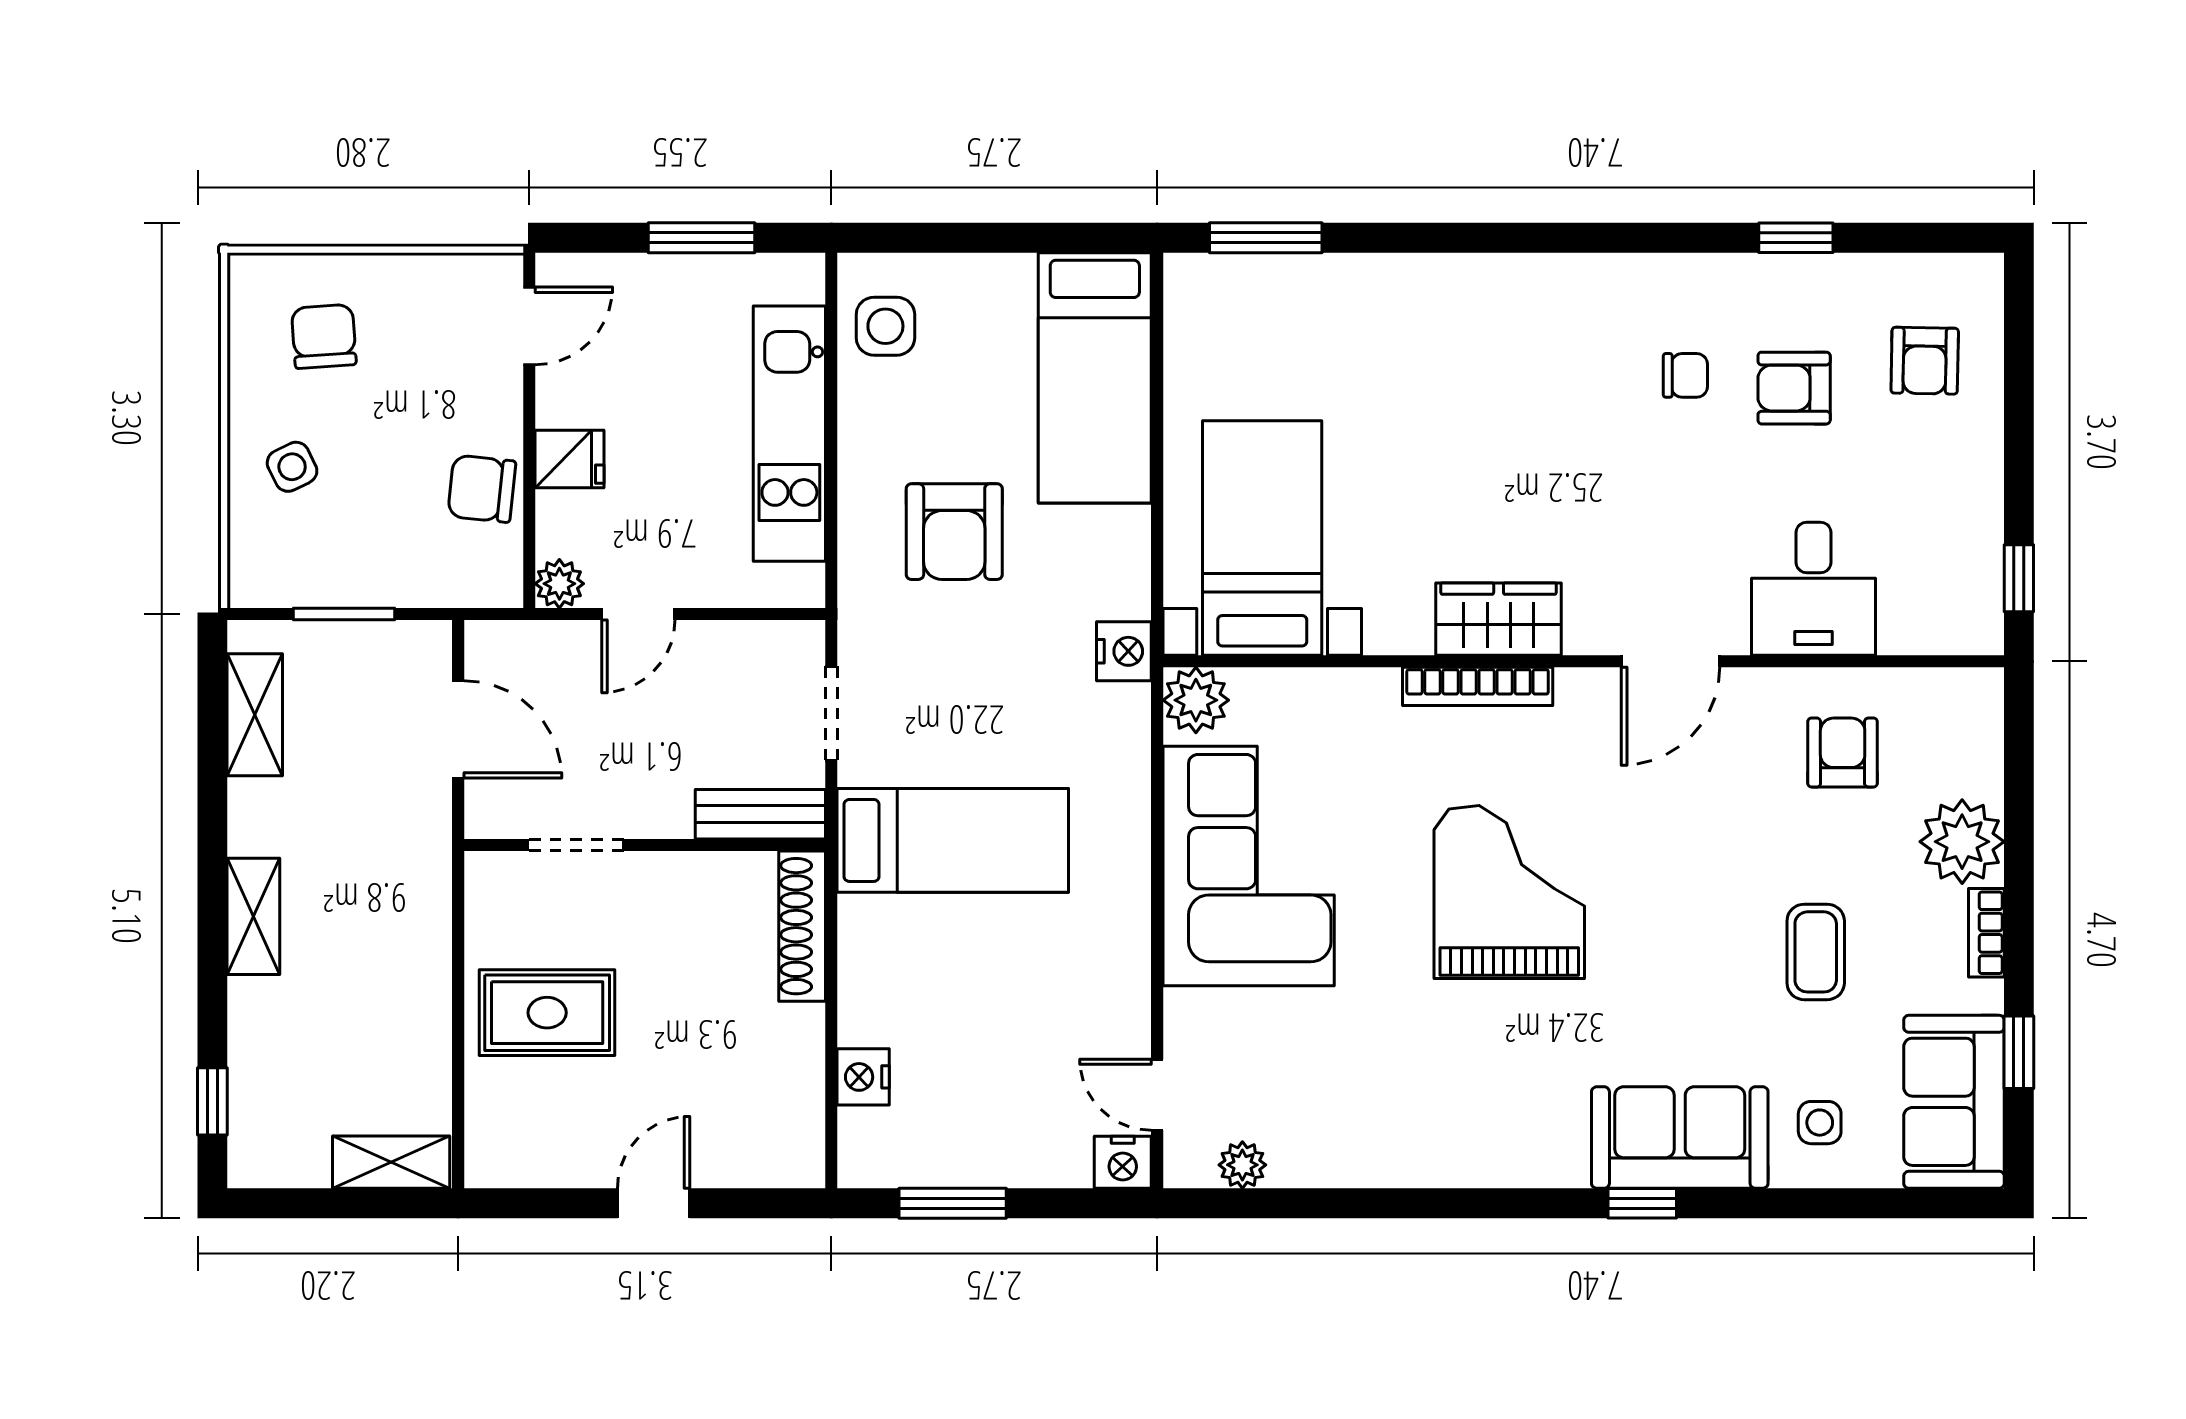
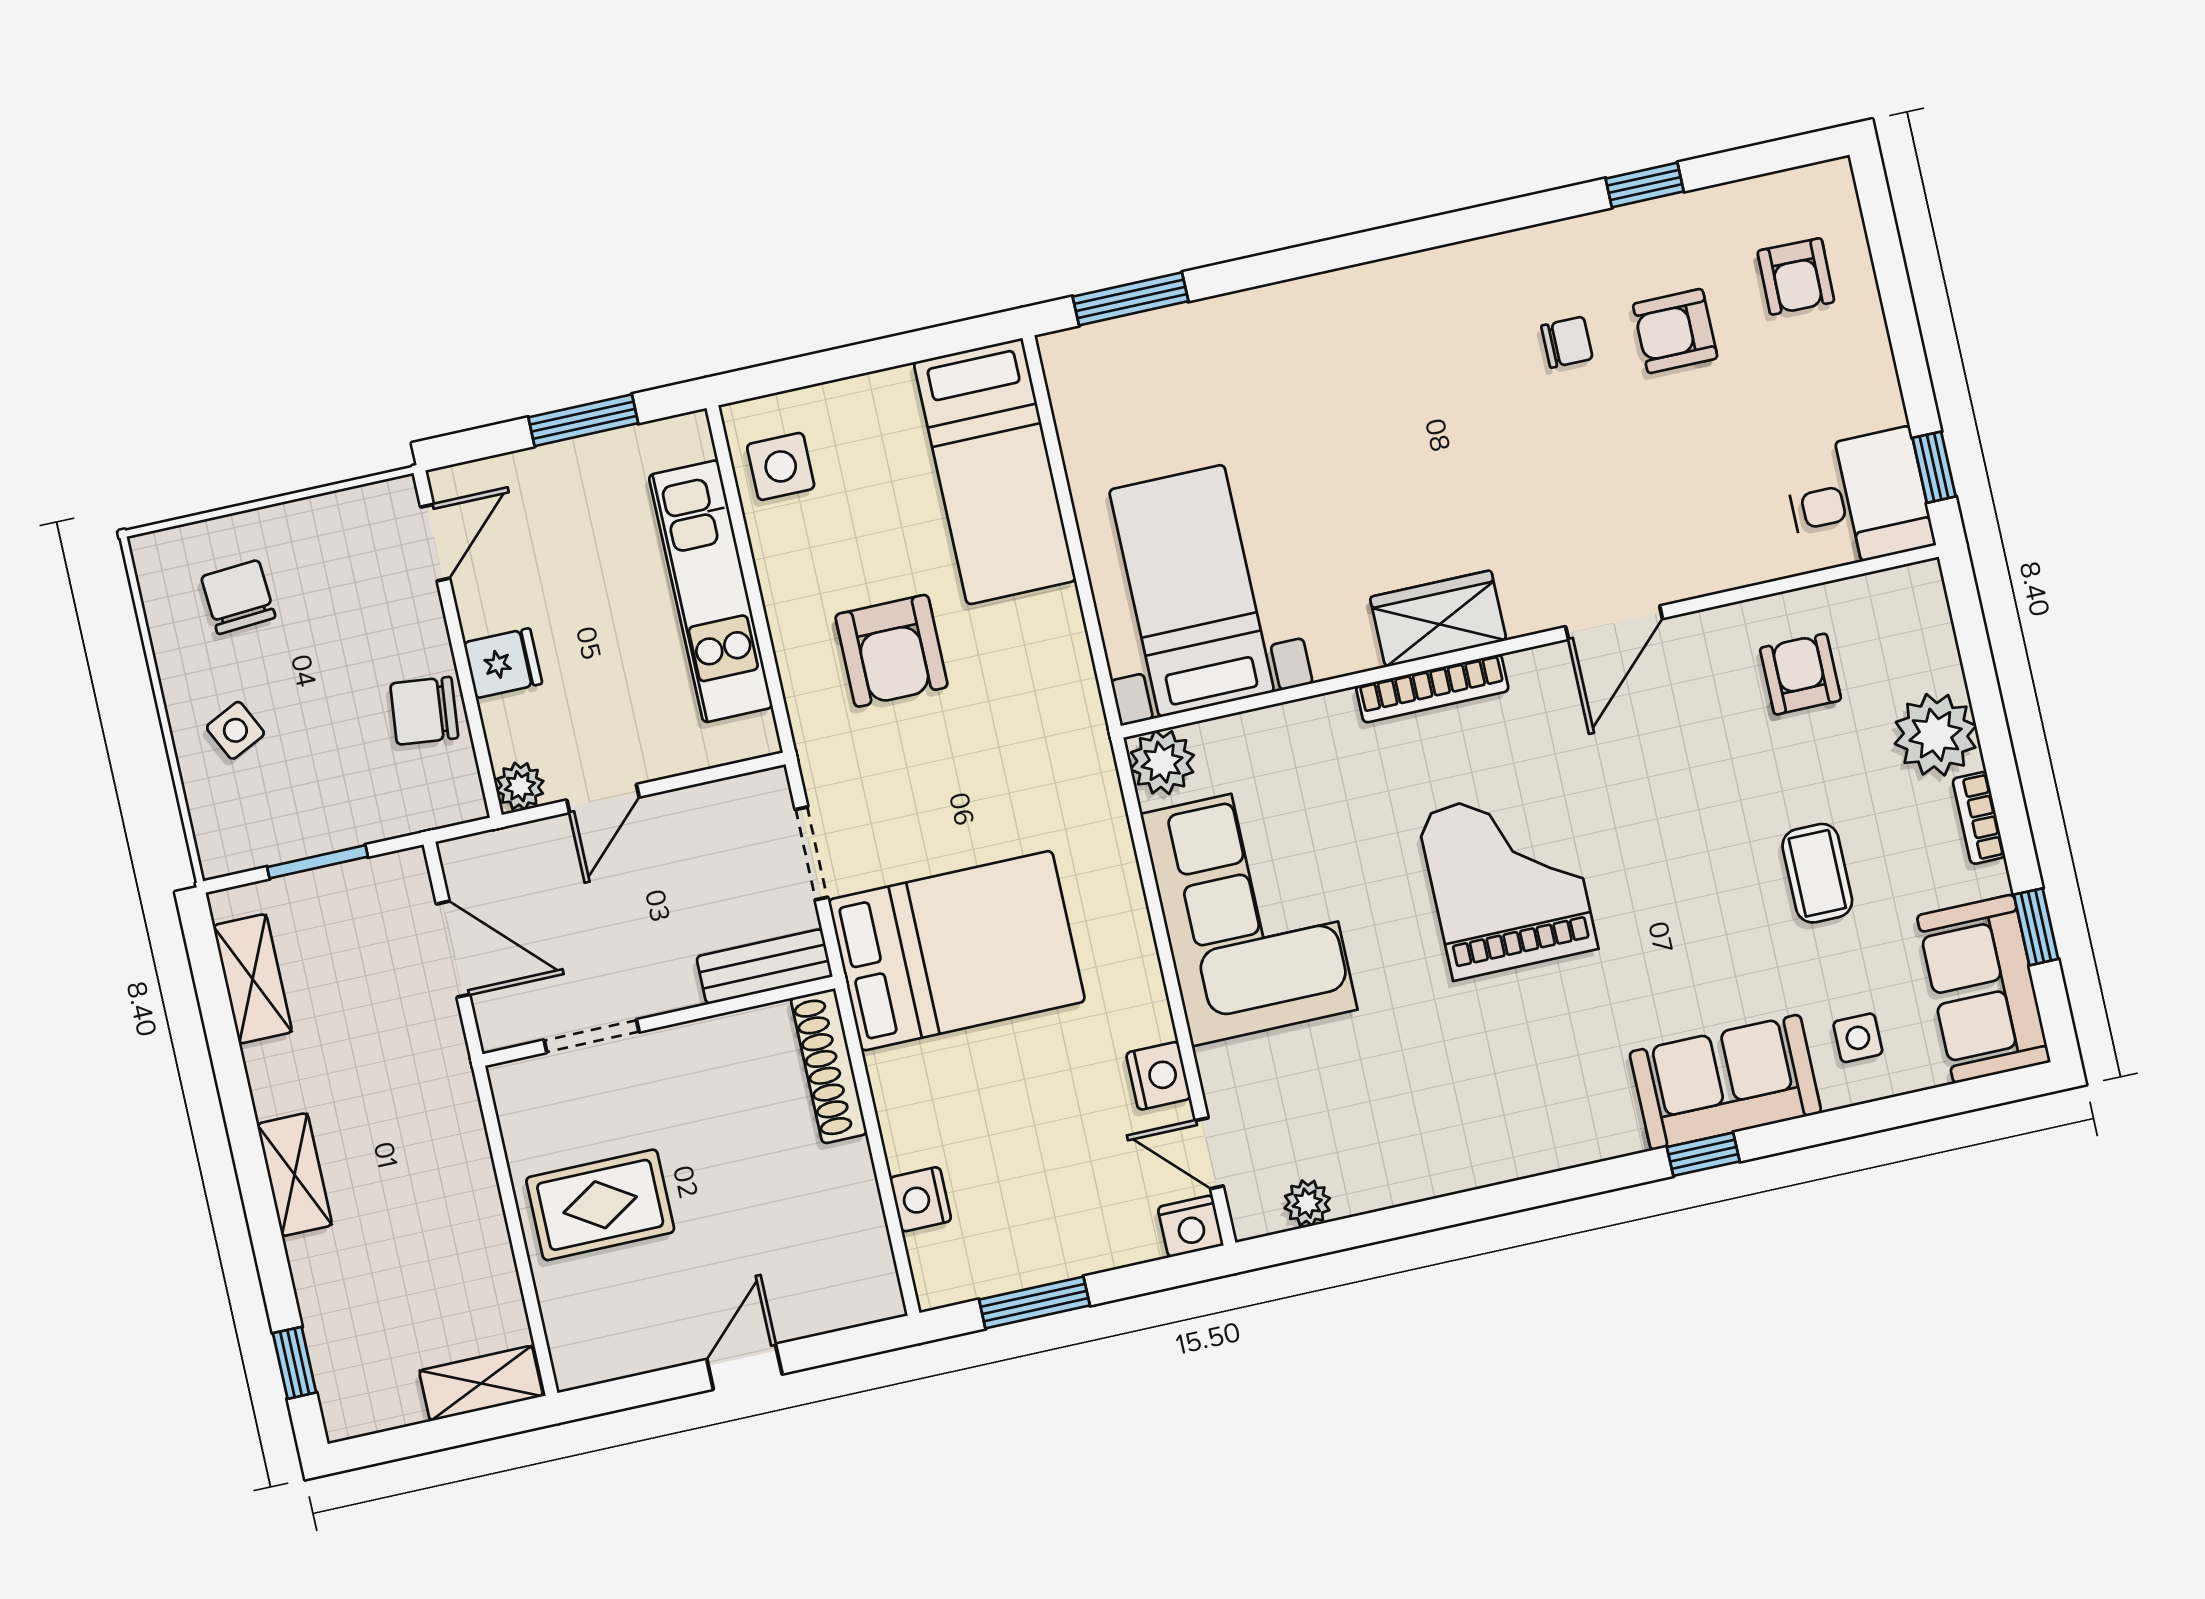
desk: (1814, 589) -> (1858, 500), moved, turned -90
nightstand: (1124, 651) -> (1158, 1076), moved
bed: (953, 840) -> (957, 951), width x1.50

